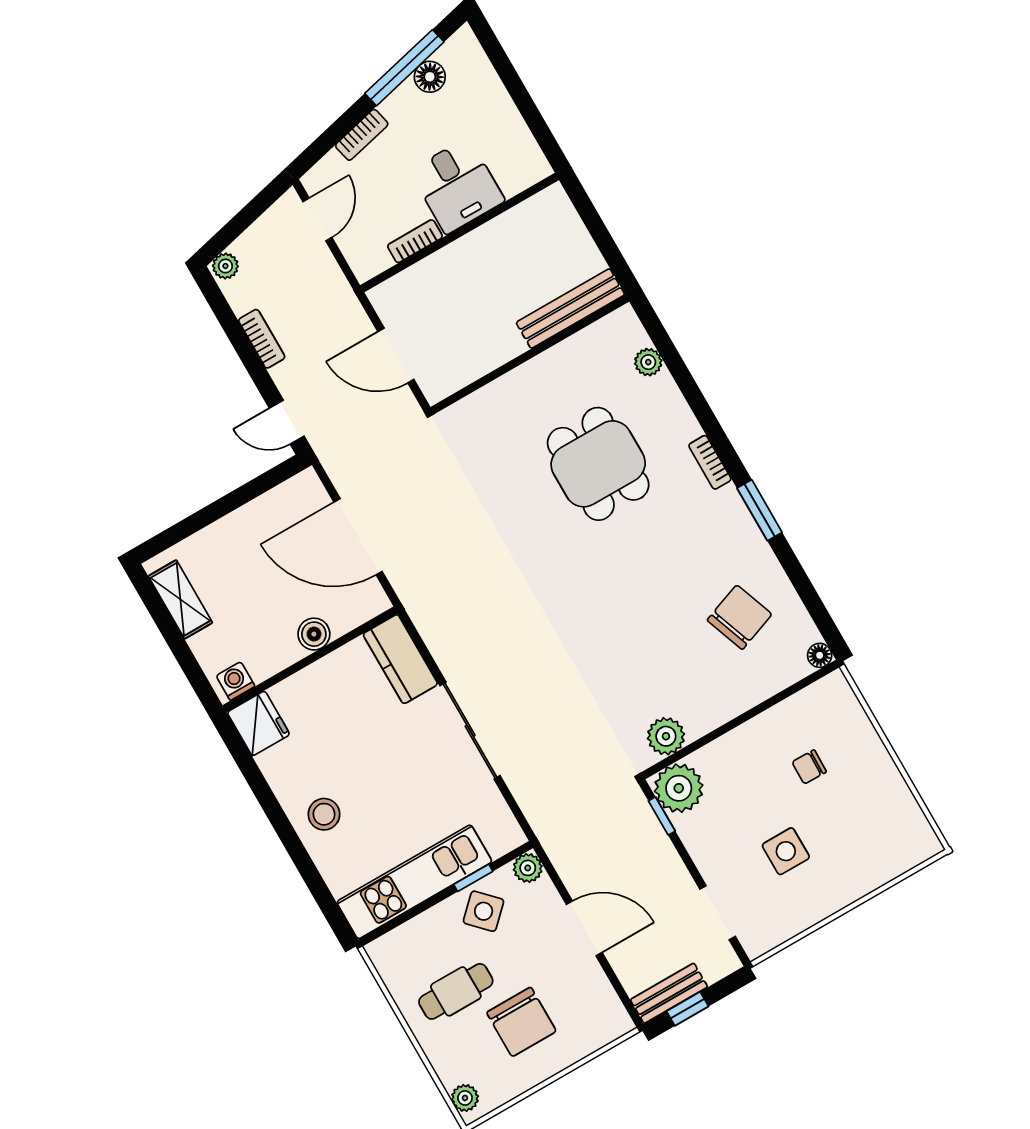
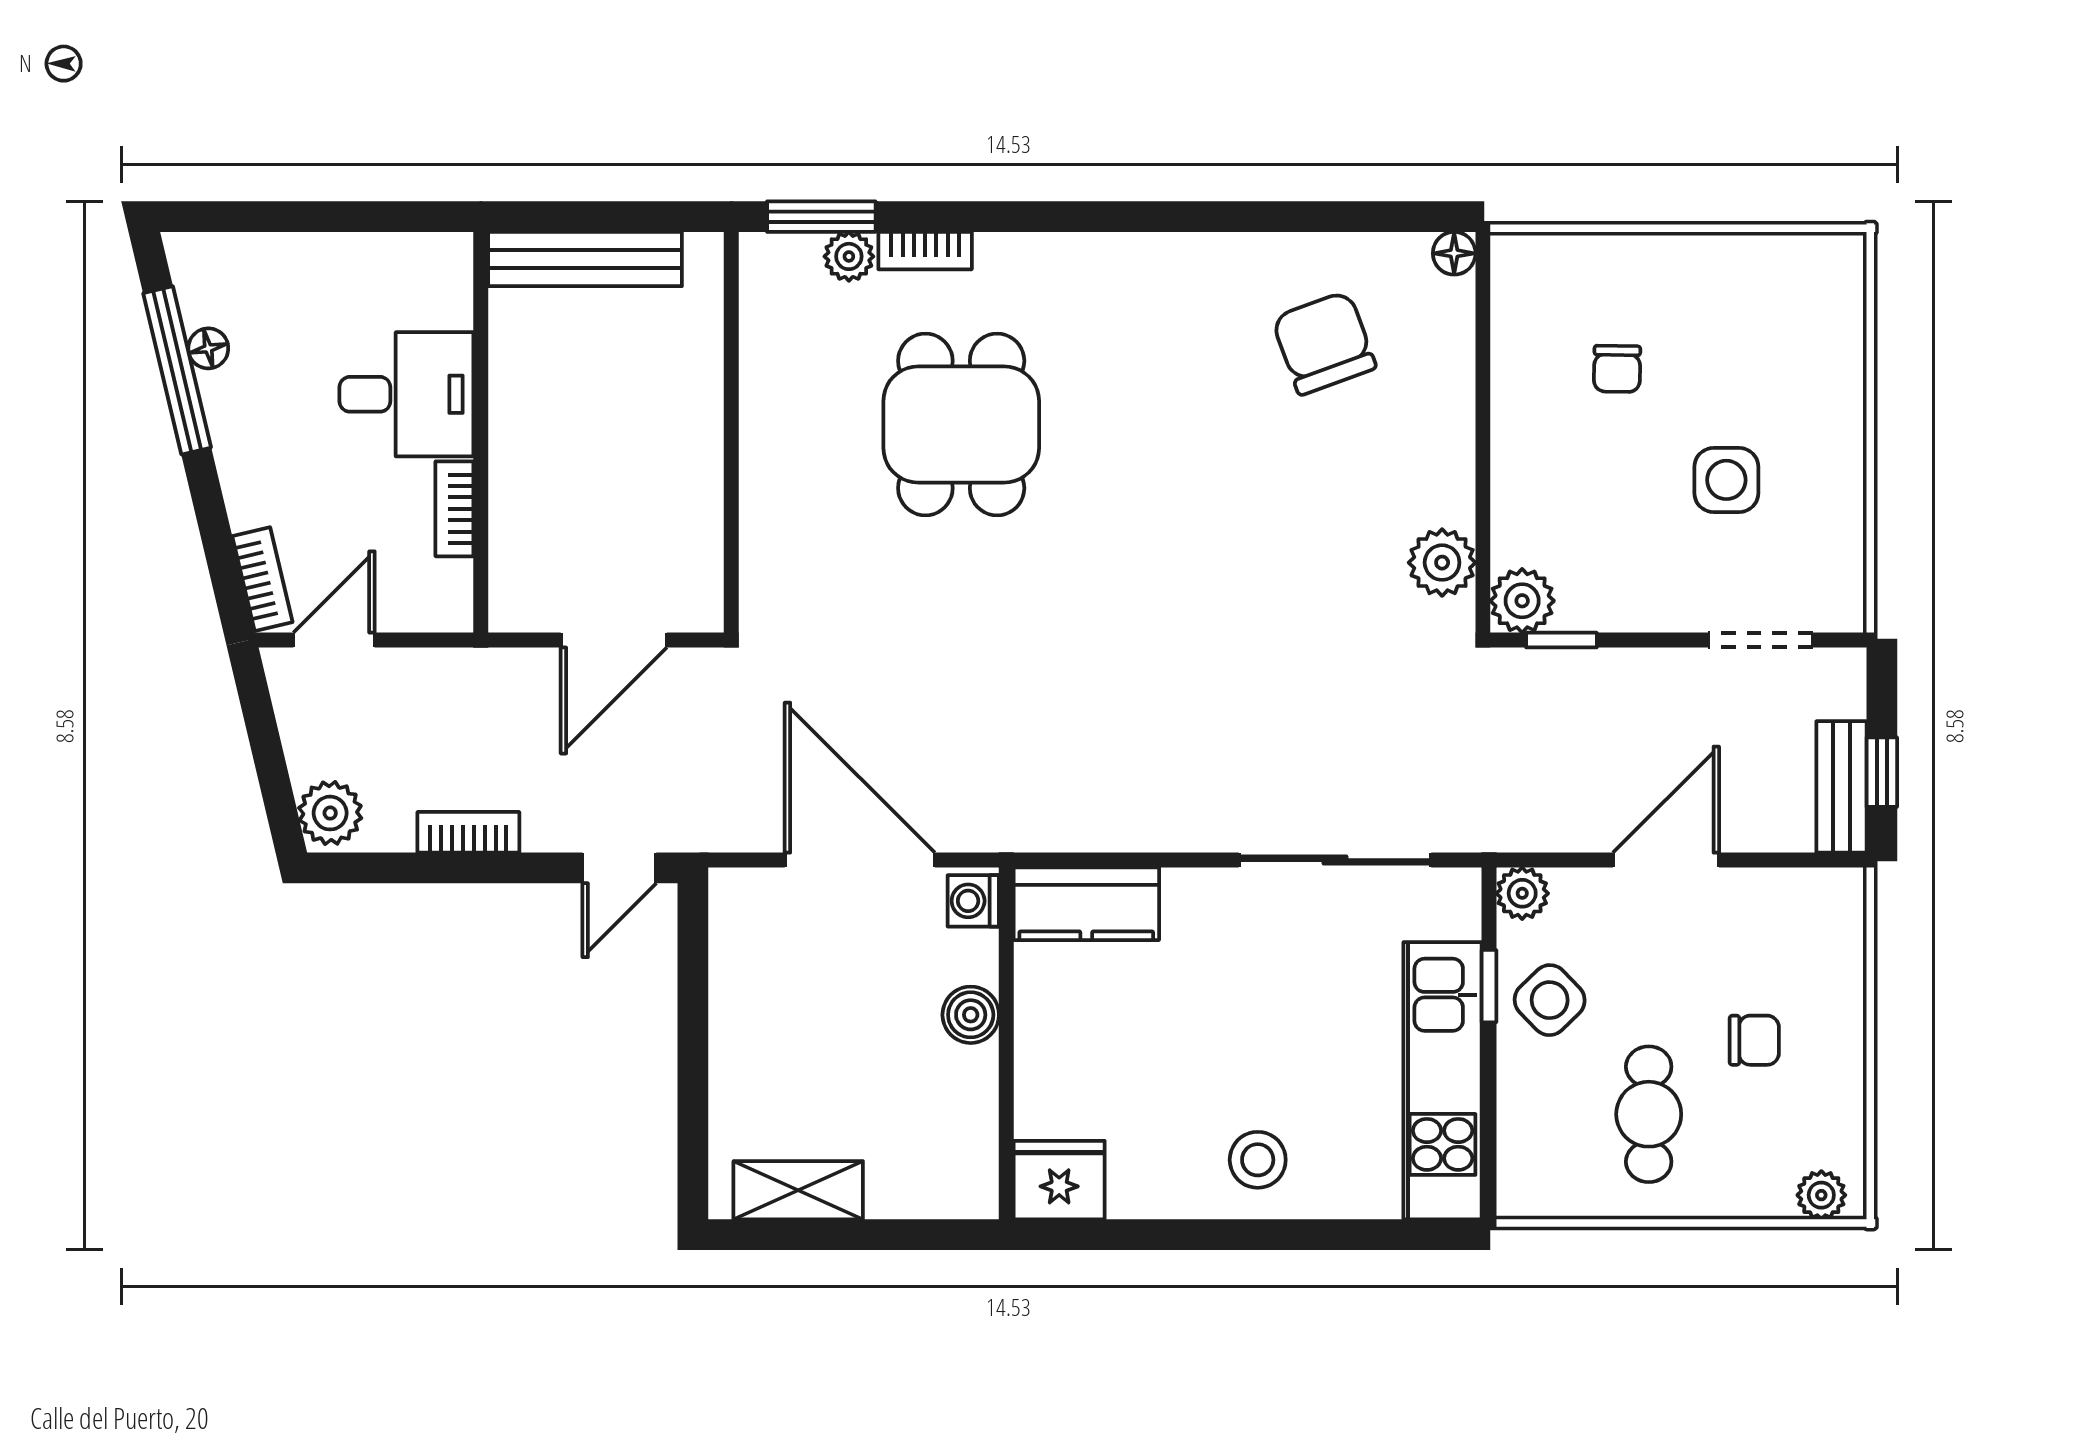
floor lamp: (430, 77) -> (208, 348), width x0.73, depth x0.73
bookcase: (362, 135) -> (262, 579), moved
door: (317, 220) -> (334, 640), hinge flipped
plant: (225, 266) -> (330, 813), width x1.38, depth x1.38
bench: (570, 309) -> (585, 259), moved, turned 90
bookcase: (710, 462) -> (925, 251), moved
dining table: (598, 464) -> (961, 424), turned 90
window: (760, 510) -> (821, 217), moved
door: (358, 537) -> (860, 860), swing flipped
washing machine: (235, 681) -> (973, 901), moved
sliding door: (470, 731) -> (1335, 860), moved
plant: (679, 788) -> (1522, 601), width x0.73, depth x0.73
chair: (521, 1022) -> (1754, 1040), width x0.54, depth x0.54

